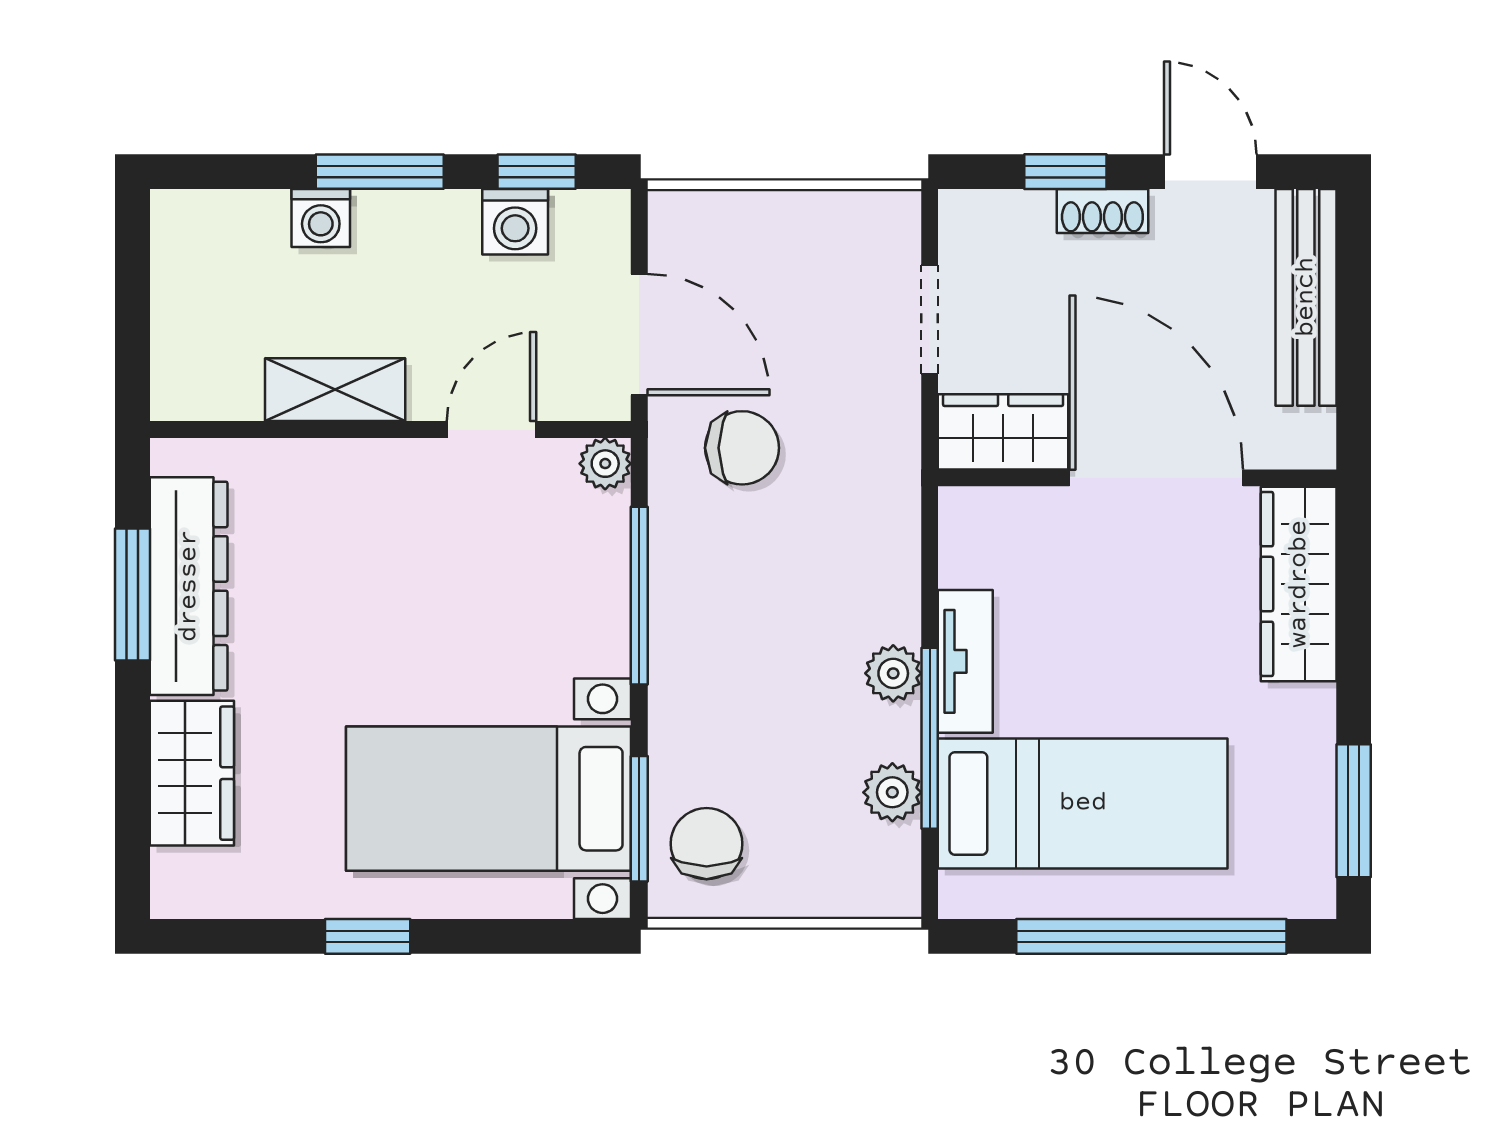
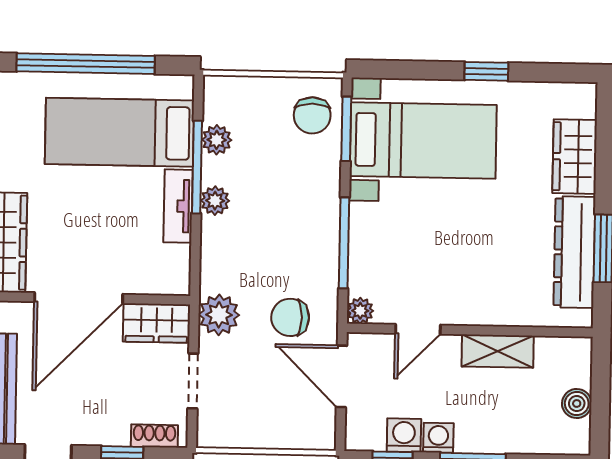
shoe rack: (1102, 211) -> (154, 436), moved
washing machine: (321, 218) -> (438, 438), moved
boiler: (178, 290) -> (577, 404), added
plant: (881, 450) -> (219, 315), added
door: (1156, 478) -> (79, 298), hinge flipped

